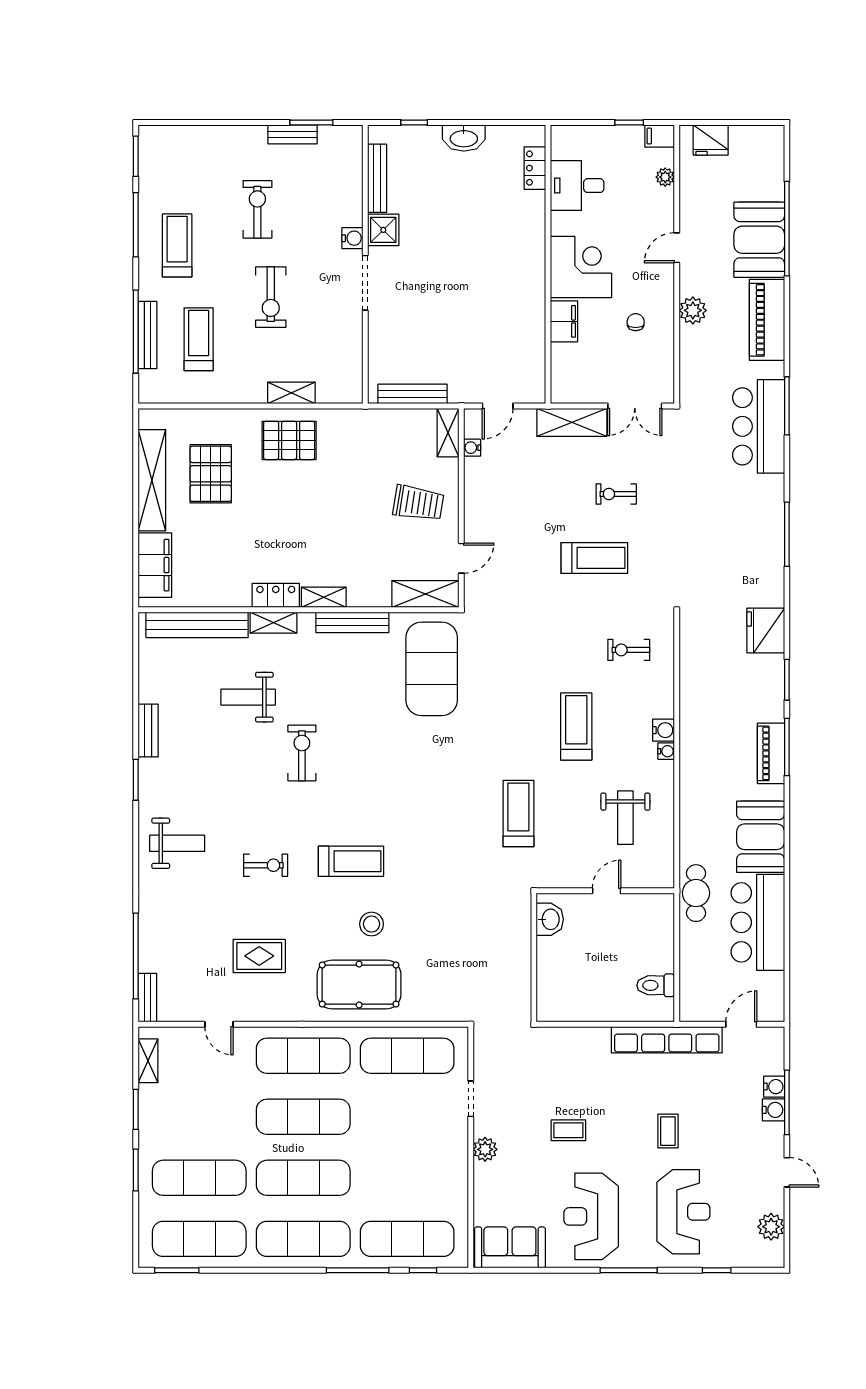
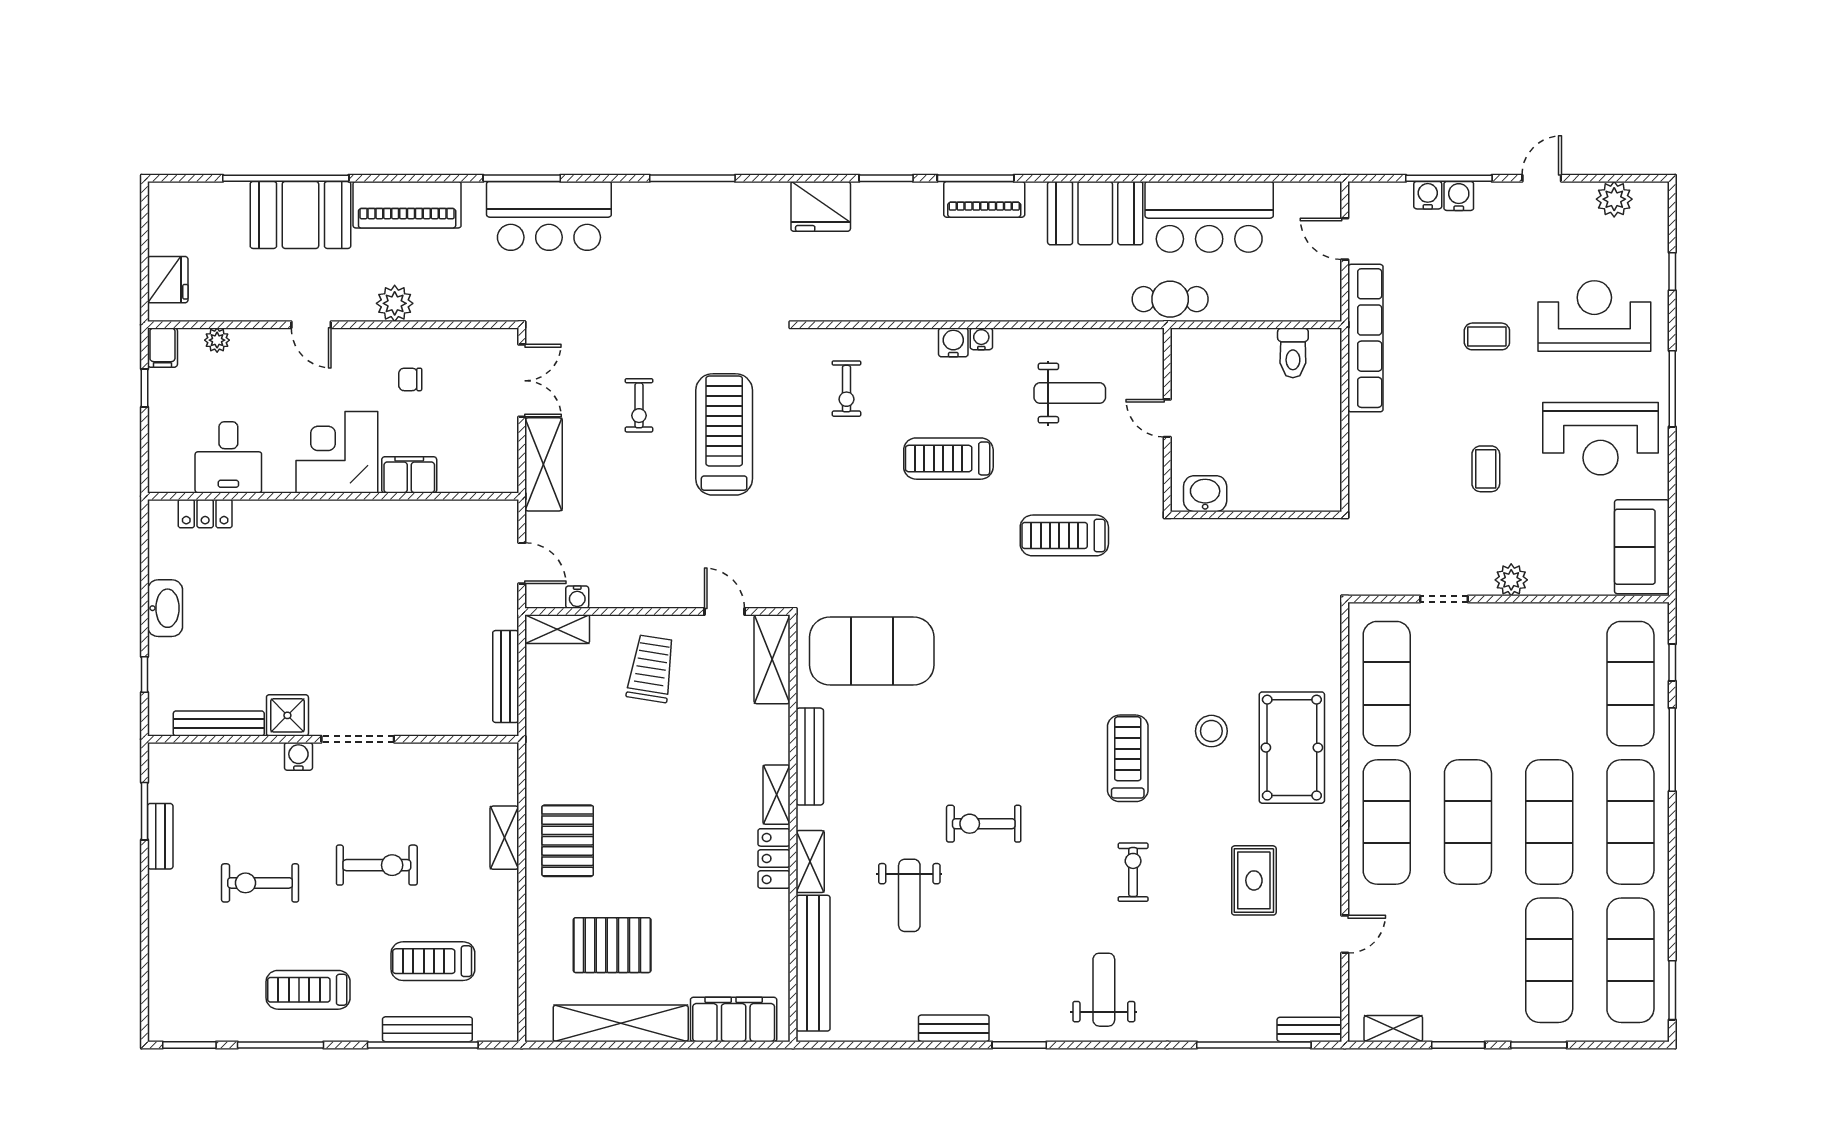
treadmill: (594, 558) -> (724, 434), width x1.37, depth x1.38

